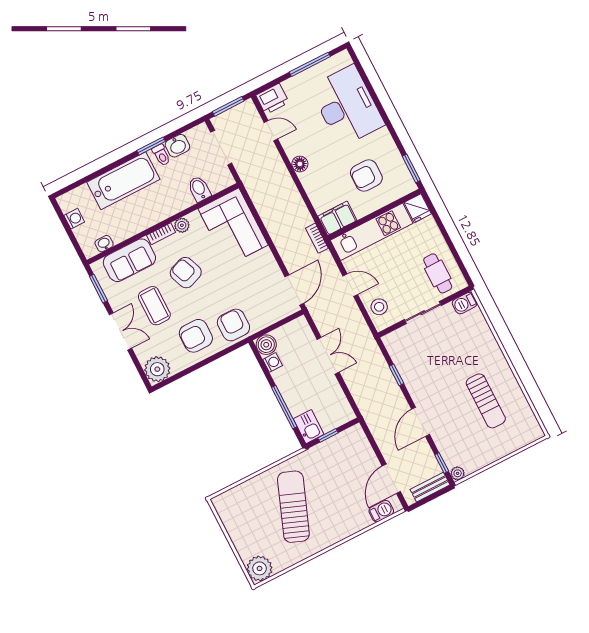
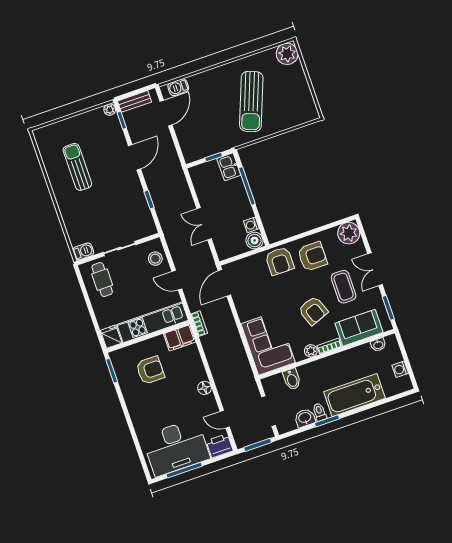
desk: (347, 106) -> (176, 447), moved, turned -90

